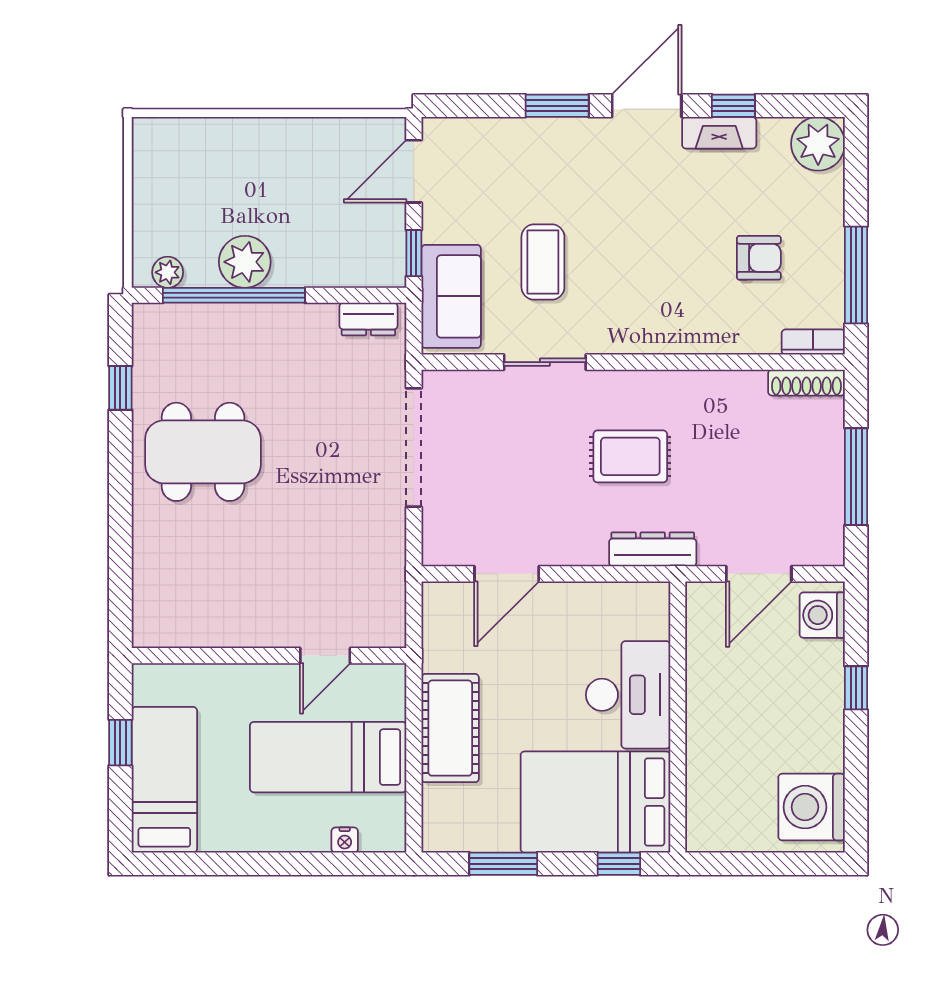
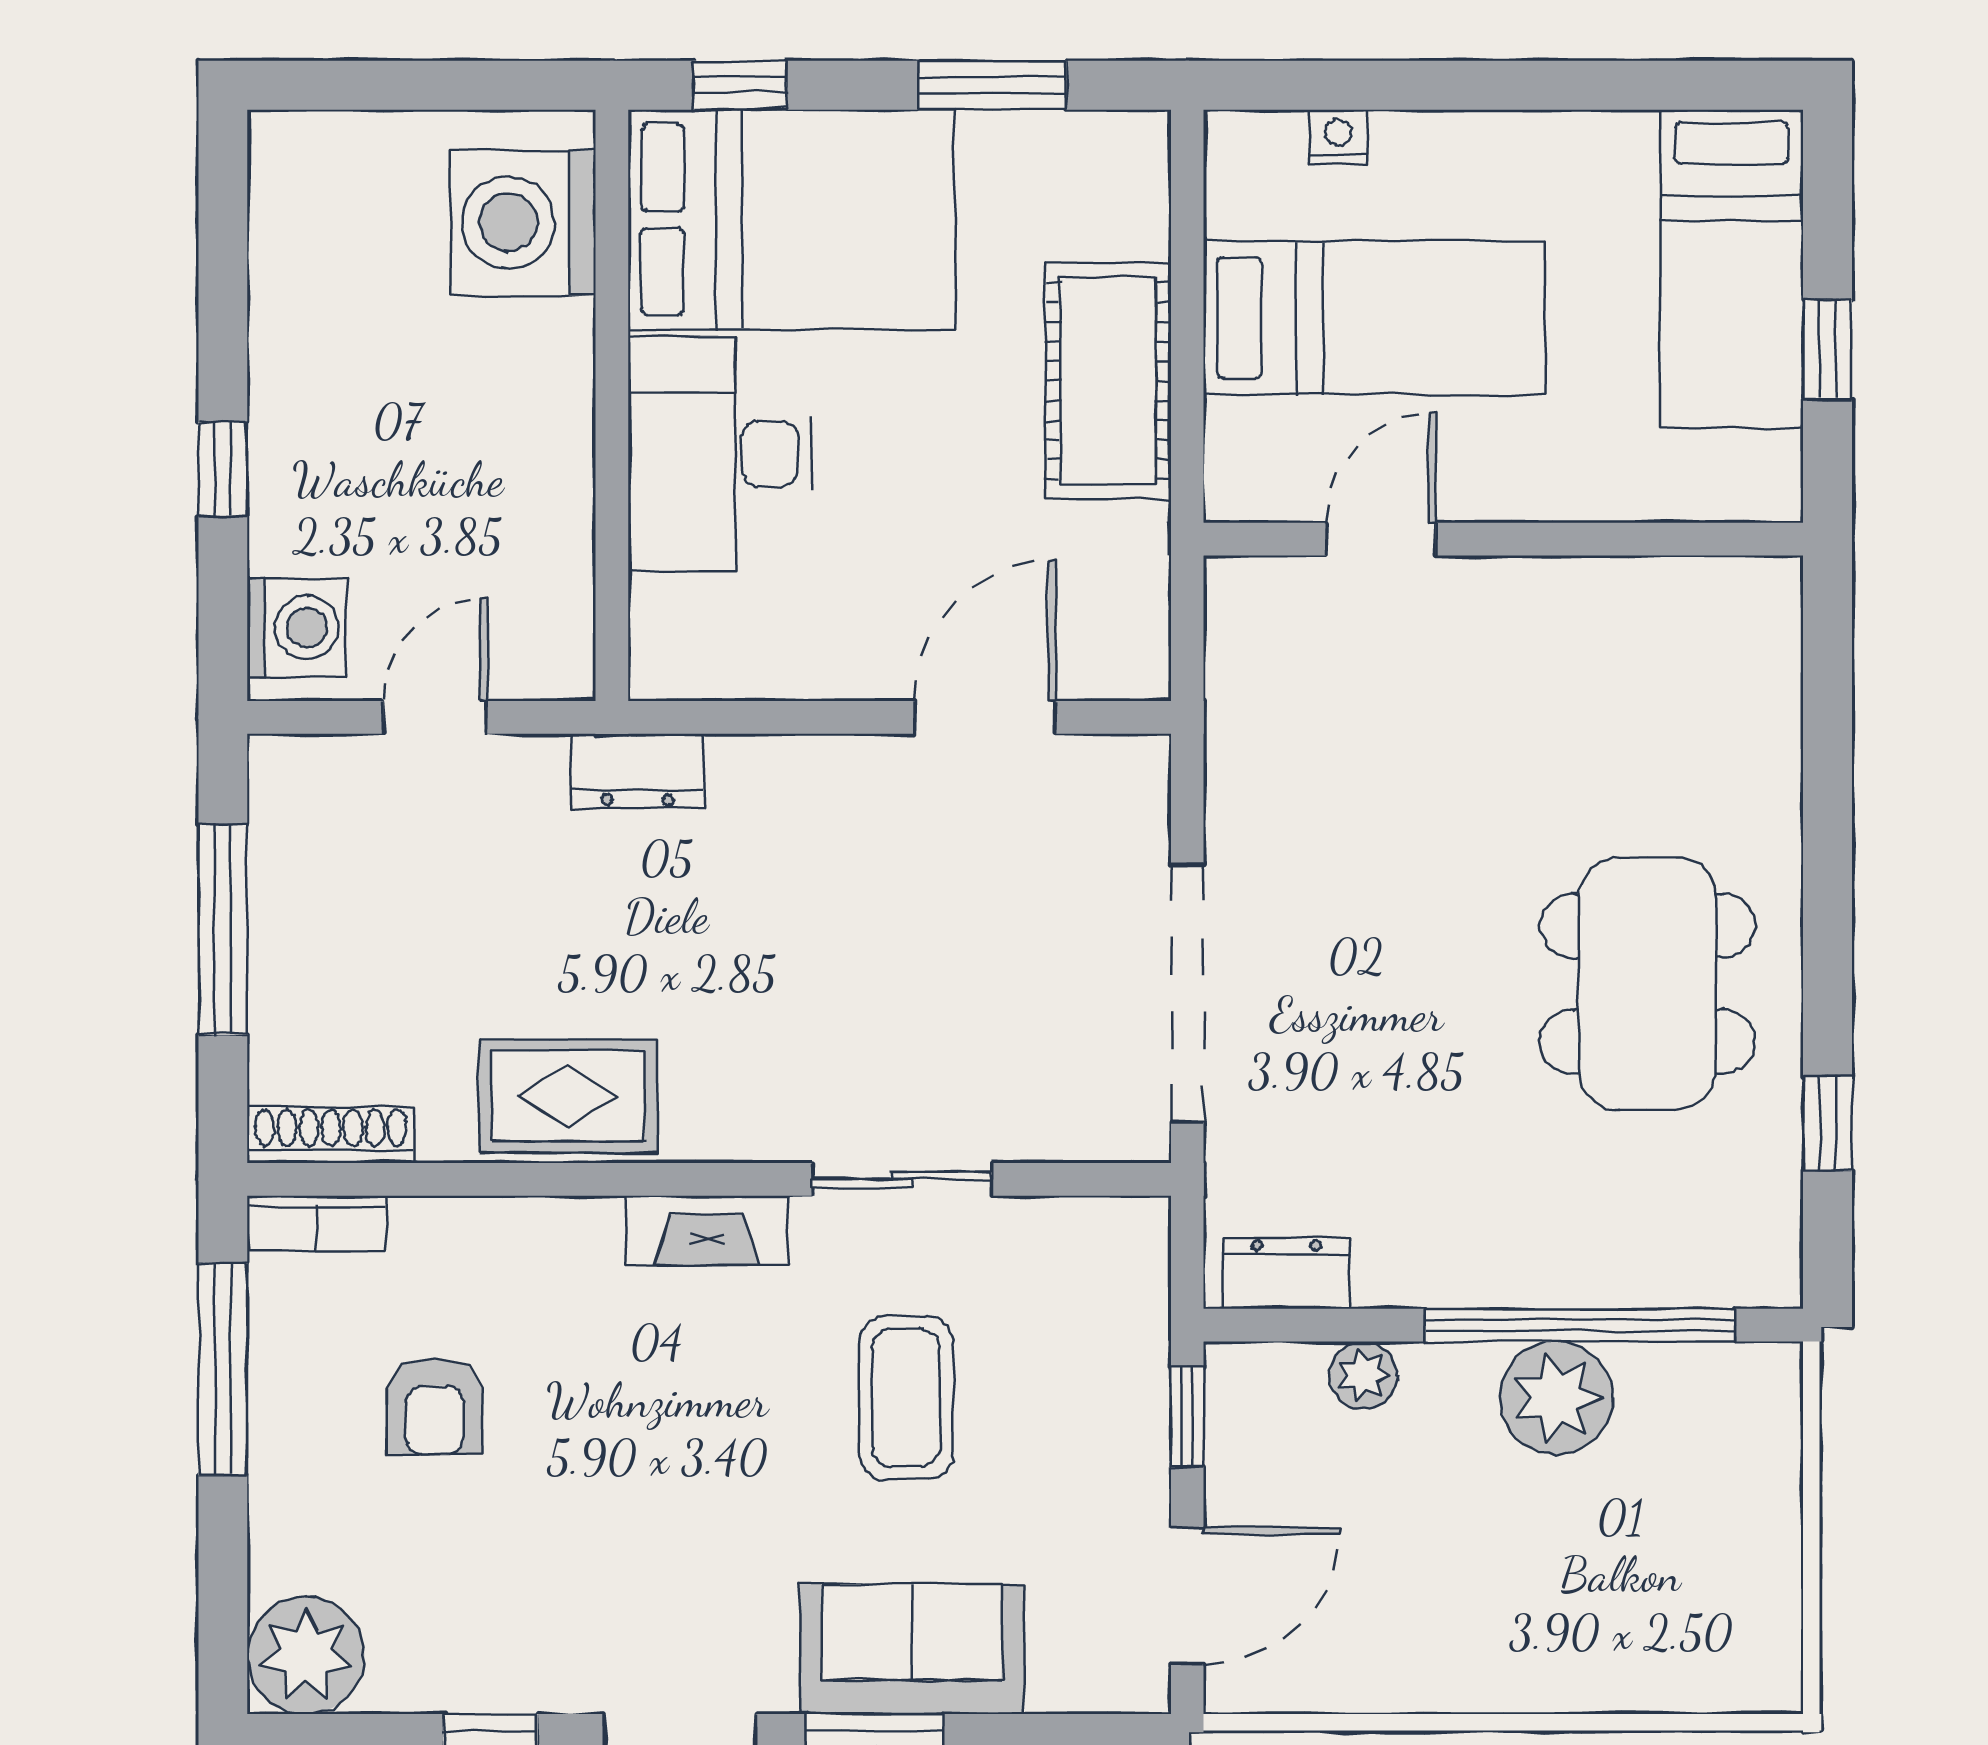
fireplace: (719, 133) -> (707, 1230), moved, turned 180
armchair: (759, 258) -> (435, 1407), turned -90
plant: (168, 272) -> (1363, 1375), moved
sofa: (451, 296) -> (912, 1649), moved, turned 90
dining table: (203, 452) -> (1647, 984), turned 90
rug: (630, 456) -> (568, 1096), moved
dresser: (653, 549) -> (637, 771), width x0.70
door: (759, 574) -> (435, 717), width x0.73
washing machine: (812, 807) -> (523, 223), moved, turned 180

